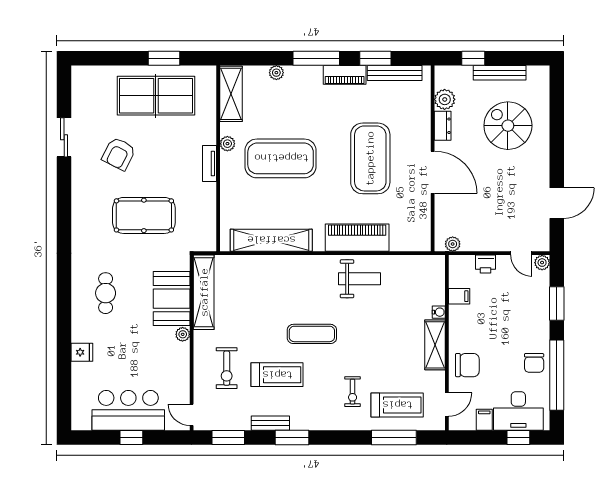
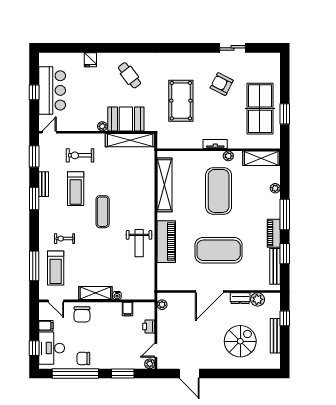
cafe table: (106, 293) -> (130, 75), turned 53

